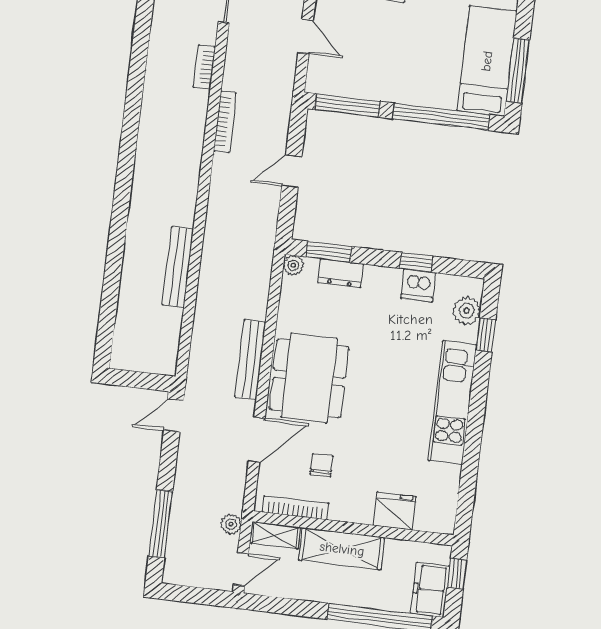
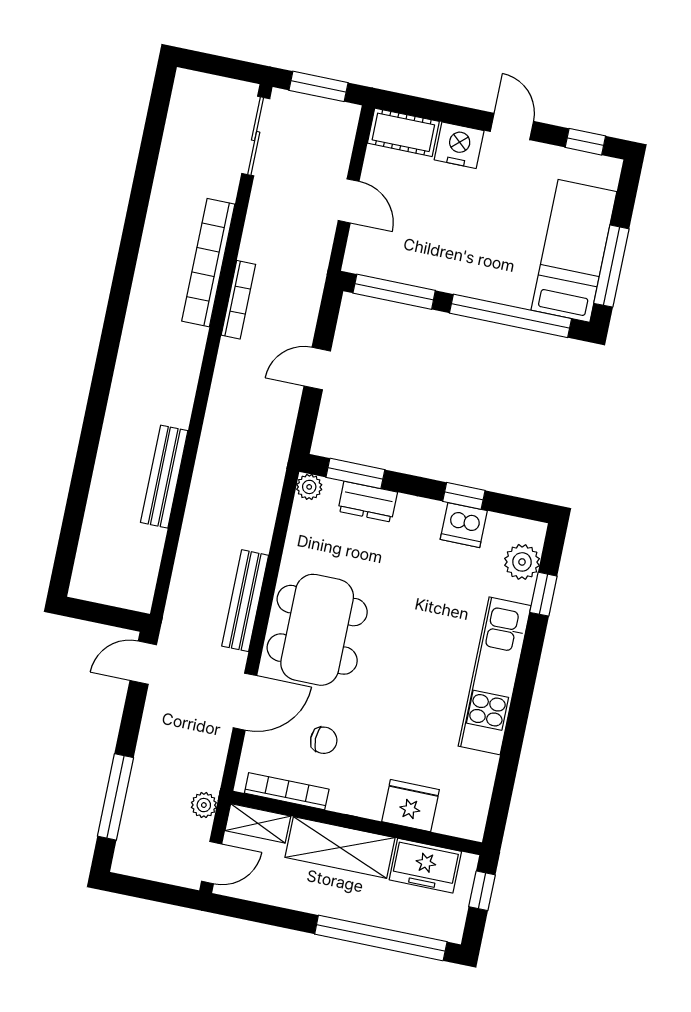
bookcase: (205, 67) -> (208, 263), width x2.31, depth x1.31
chair: (322, 465) -> (324, 740), turned 90
freezer: (430, 590) -> (425, 866), moved, turned -90

